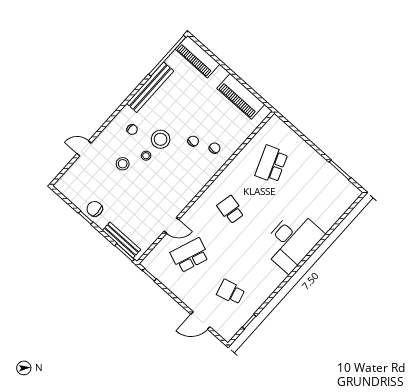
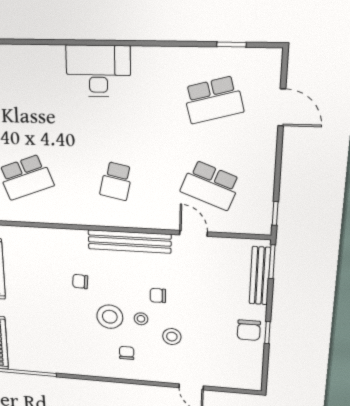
bench: (150, 87) -> (129, 241), moved
chair: (215, 148) -> (158, 295), moved
desk: (292, 241) -> (98, 71), width x0.73, depth x0.77
school desk: (231, 292) -> (213, 100), width x1.85

